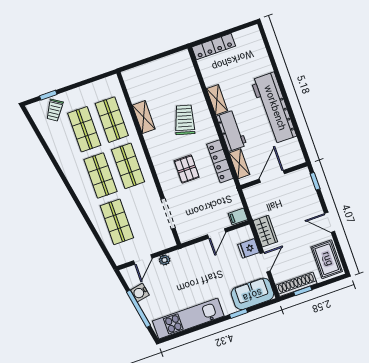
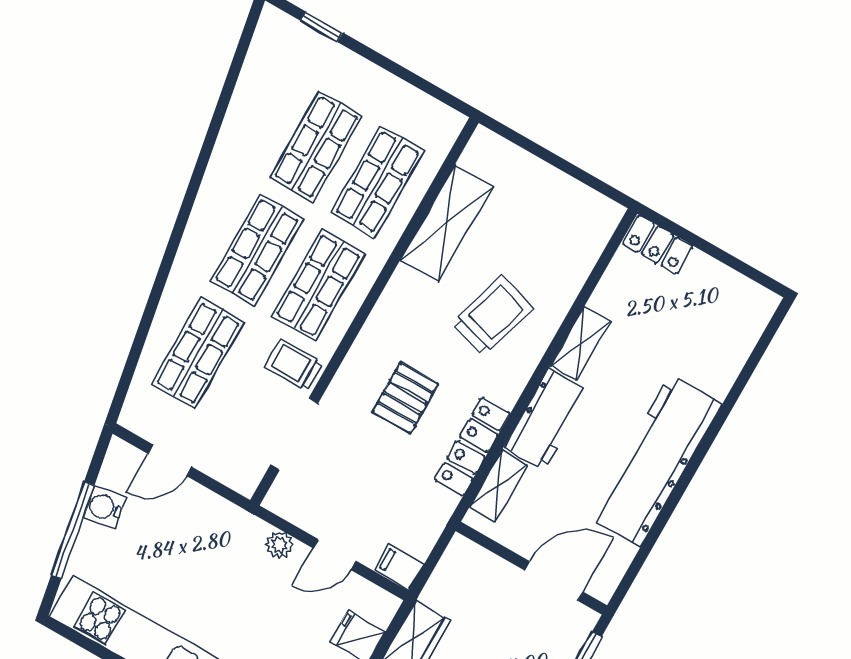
locker: (214, 47) -> (658, 245), width x0.66
trolley: (54, 110) -> (294, 365), moved, turned 57
shelving: (144, 117) -> (447, 223), width x1.50, depth x1.33
door: (272, 176) -> (554, 581), moved
plant: (165, 260) -> (279, 545), moved

